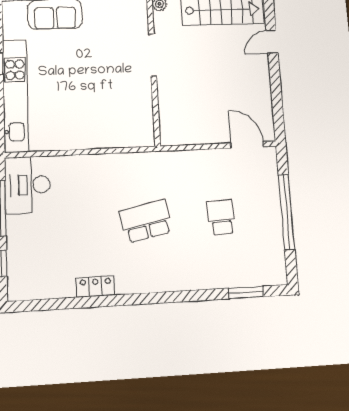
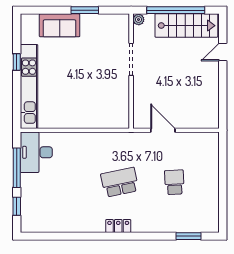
door: (247, 145) -> (163, 130), moved
window: (287, 212) -> (223, 181), removed
locker: (95, 287) -> (118, 226), moved

